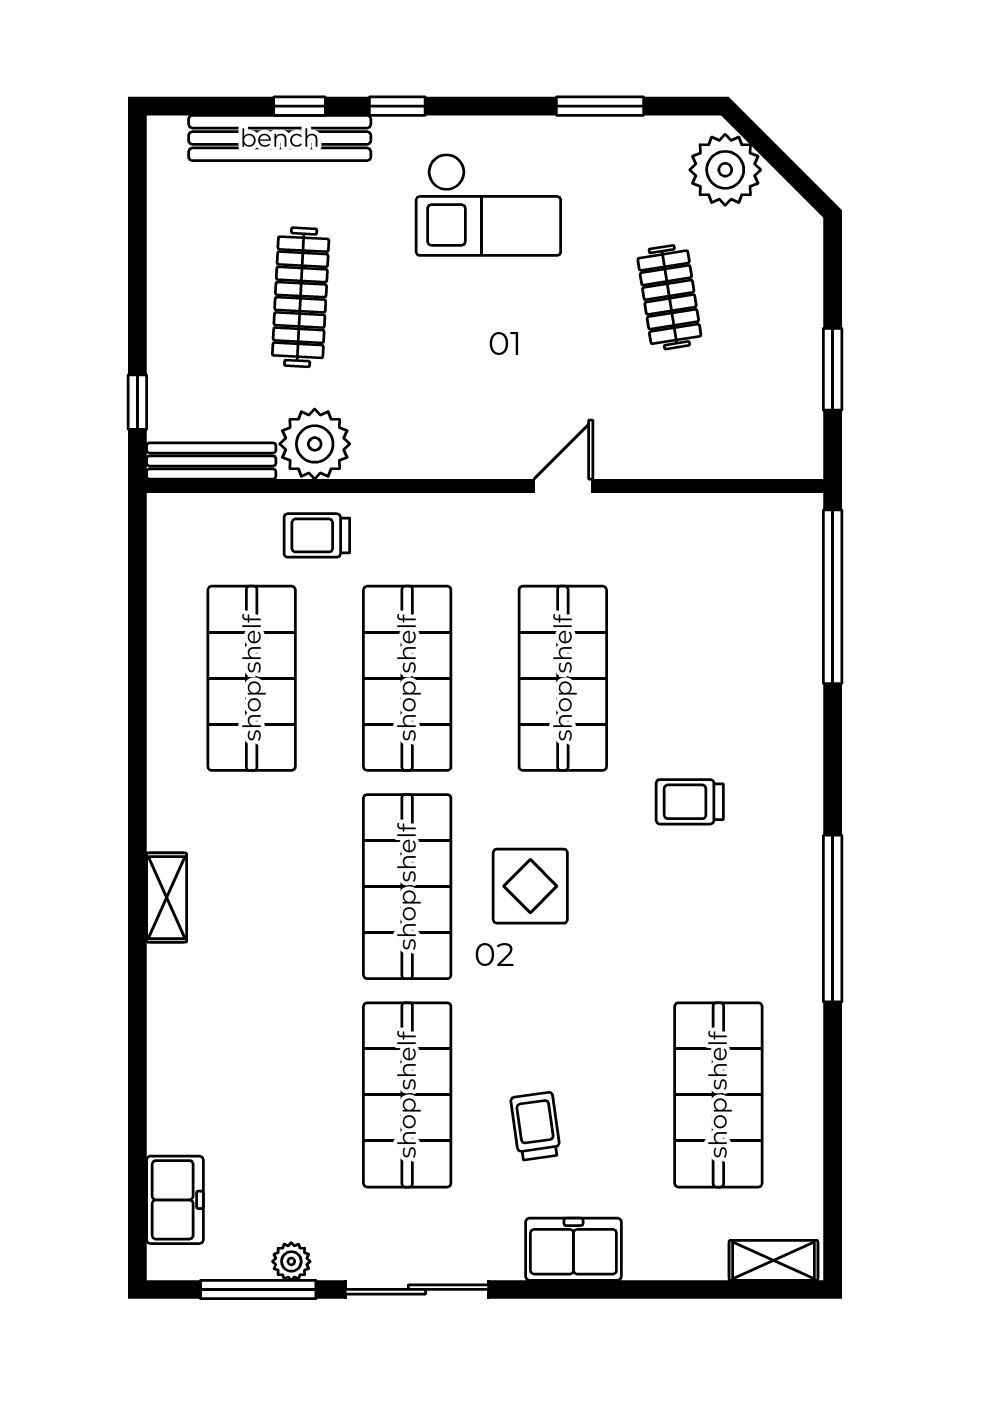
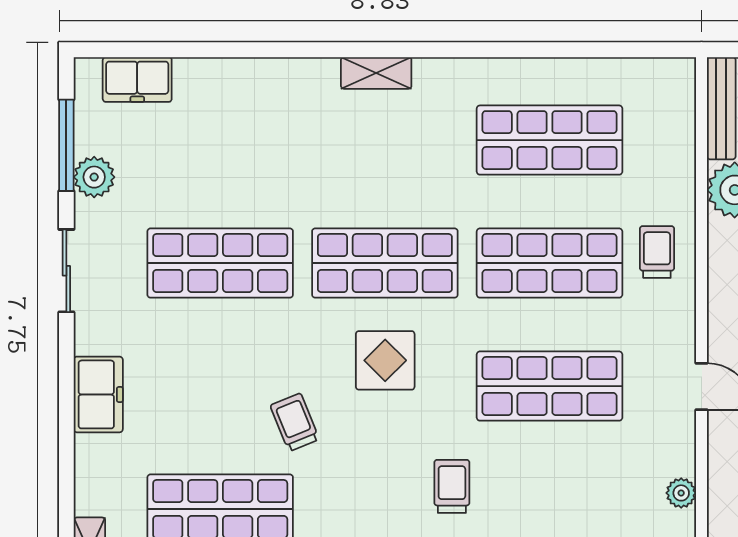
plant: (698, 512) -> (681, 493), added
trolley: (317, 535) -> (657, 252), moved
trolley: (536, 1126) -> (295, 422), moved, turned -104
plant: (291, 1261) -> (94, 177), width x1.38, depth x1.38
sliding door: (417, 1289) -> (66, 271), width x0.73

